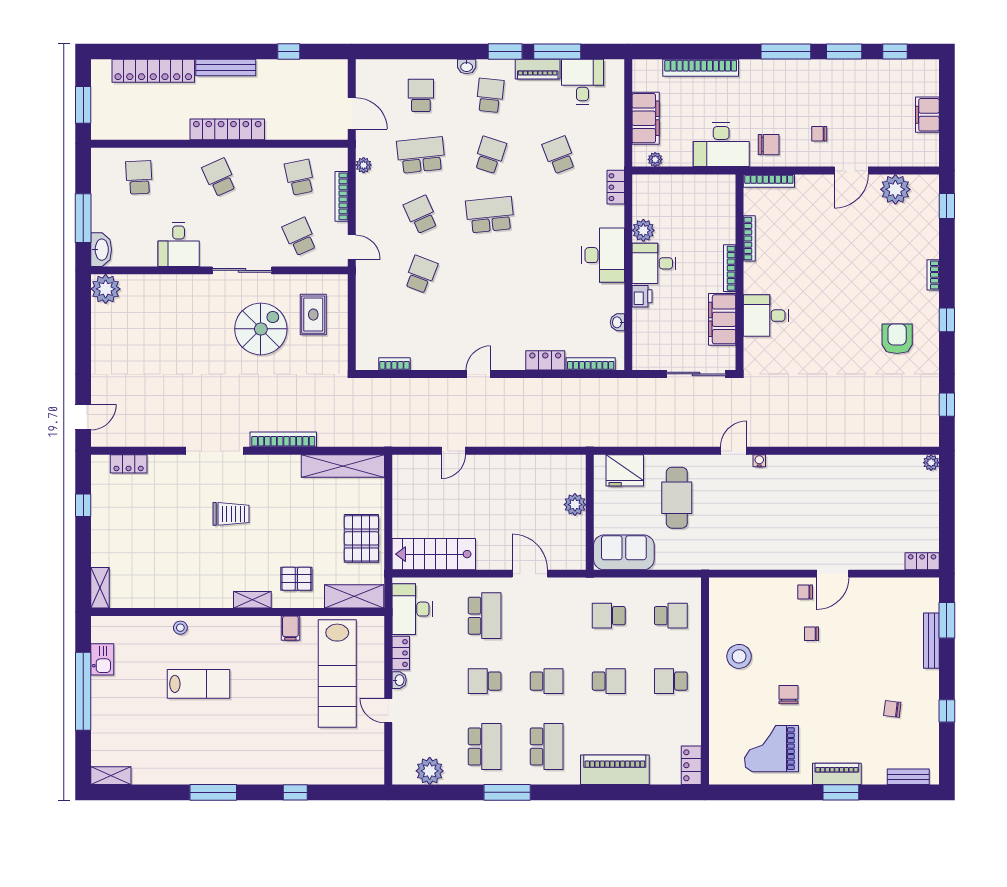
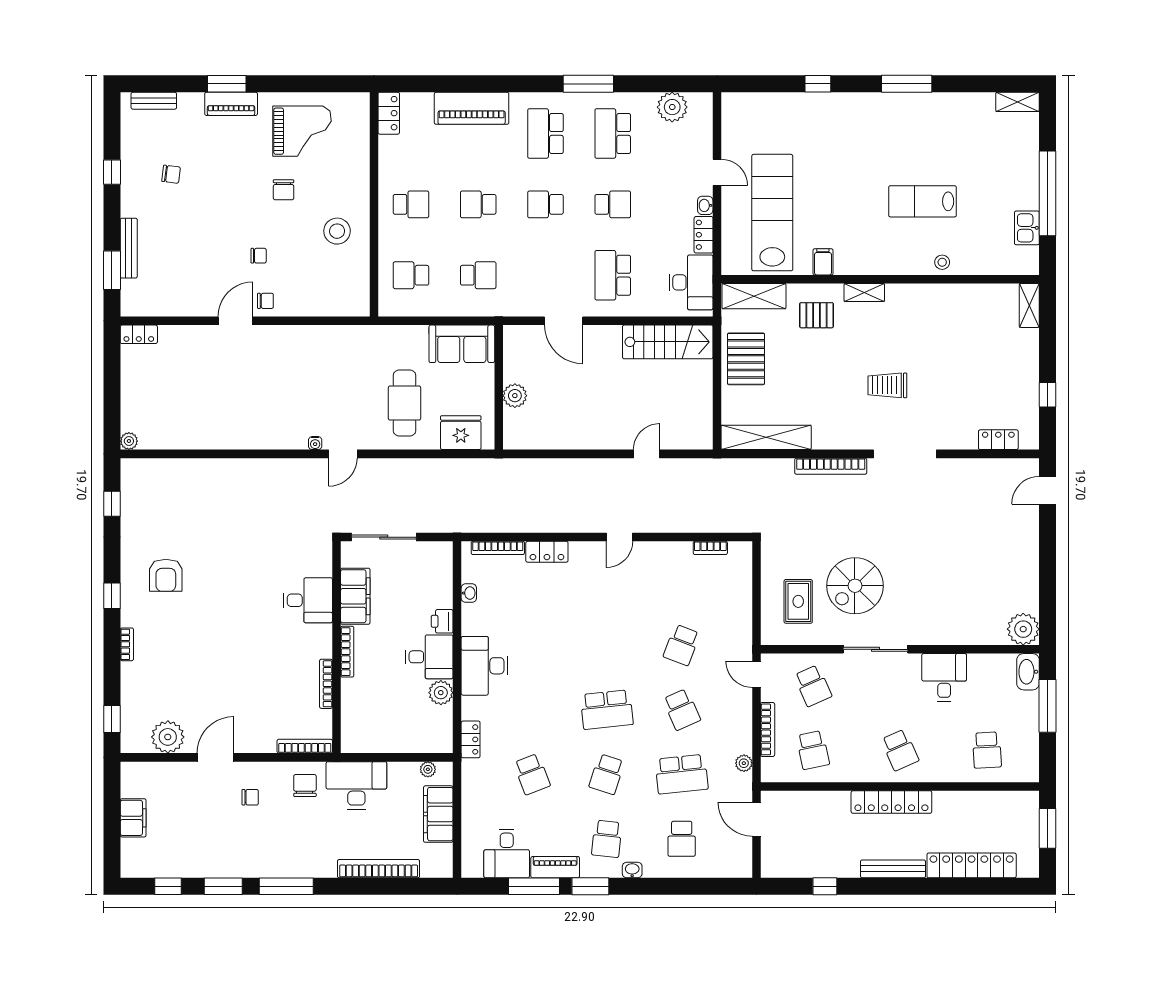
chair: (769, 145) -> (305, 786), turned 90

